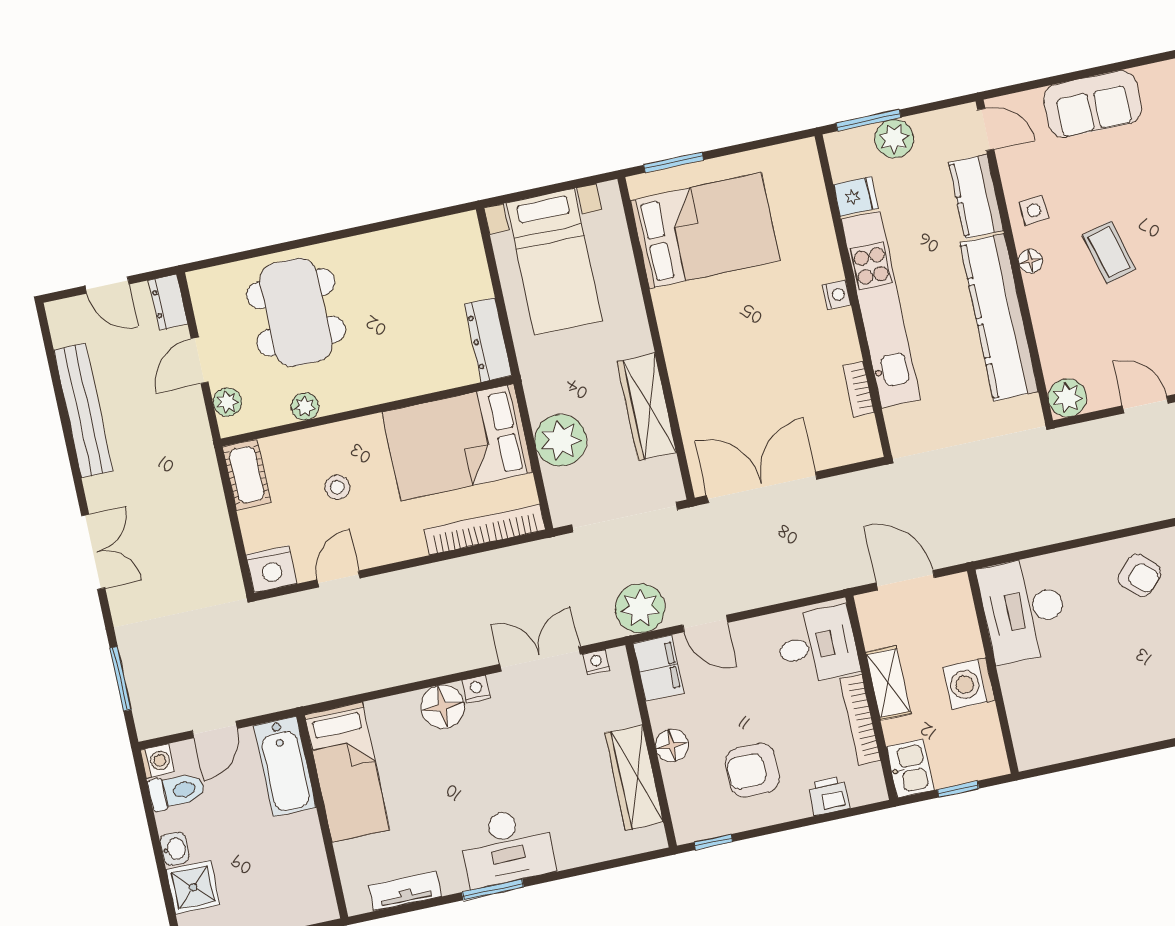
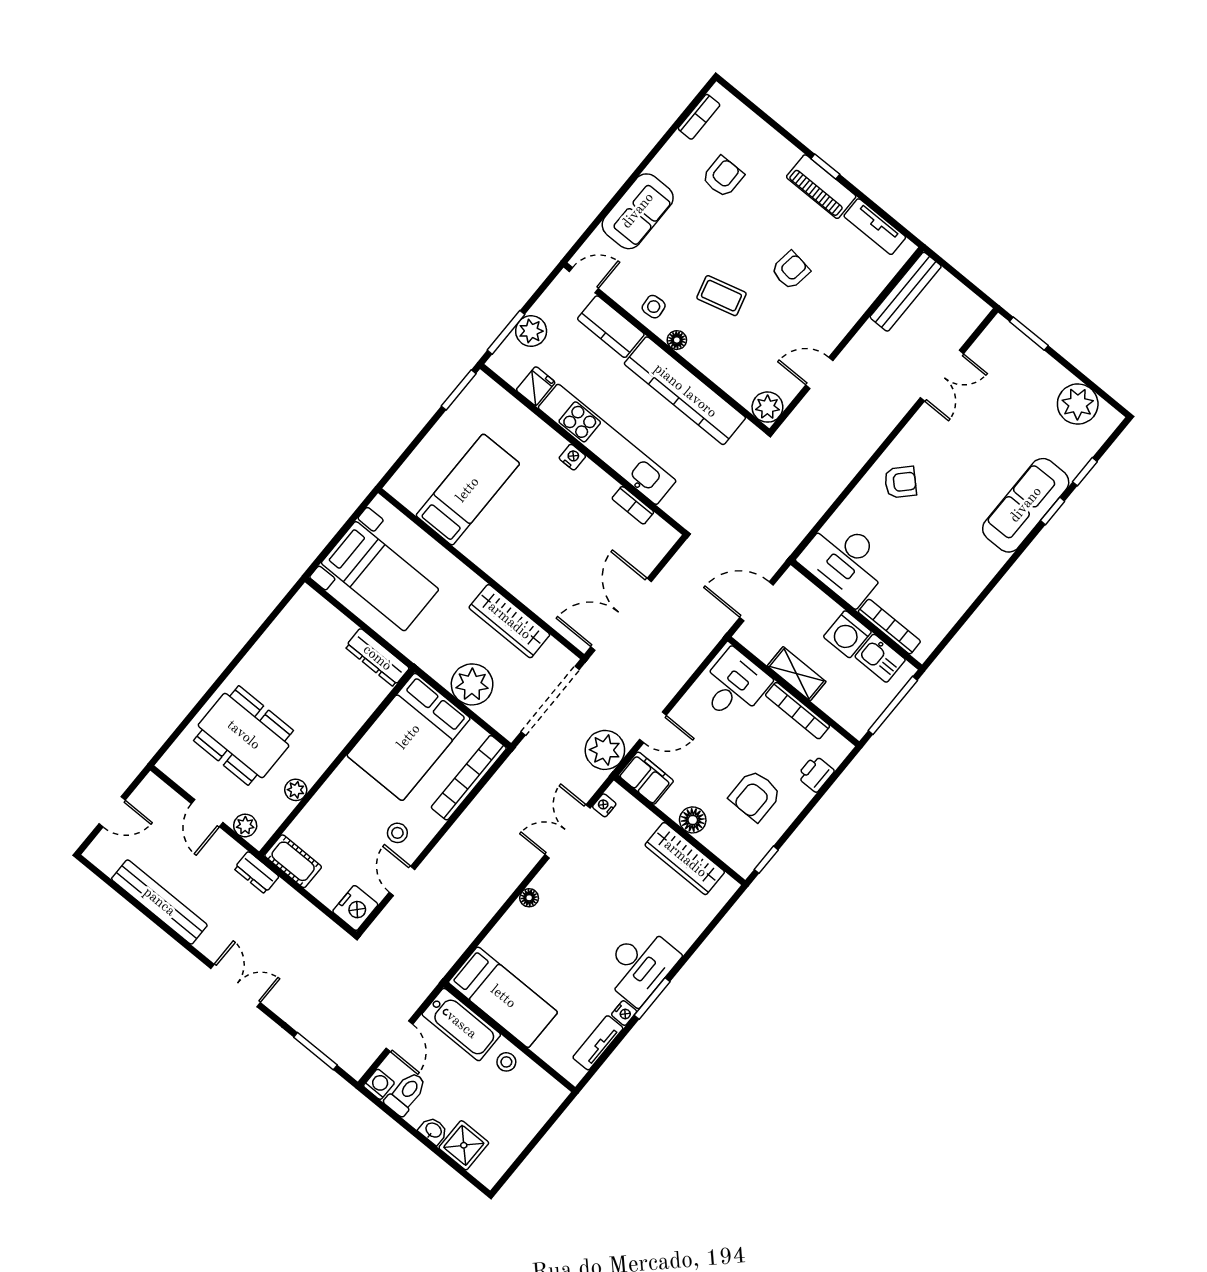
window: (674, 162) -> (459, 390), moved
bed: (705, 231) -> (468, 490), width x0.67
dresser: (168, 302) -> (256, 873), moved
stool: (337, 487) -> (397, 833), moved
nightstand: (476, 689) -> (624, 1013), moved, turned 180
floor lamp: (443, 707) -> (529, 898), width x0.53, depth x0.53
bookcase: (1016, 709) -> (889, 627), added
kitchen sink: (910, 768) -> (880, 658), moved, turned 180
window: (958, 789) -> (893, 705), width x2.17
stool: (300, 838) -> (506, 1062), added

